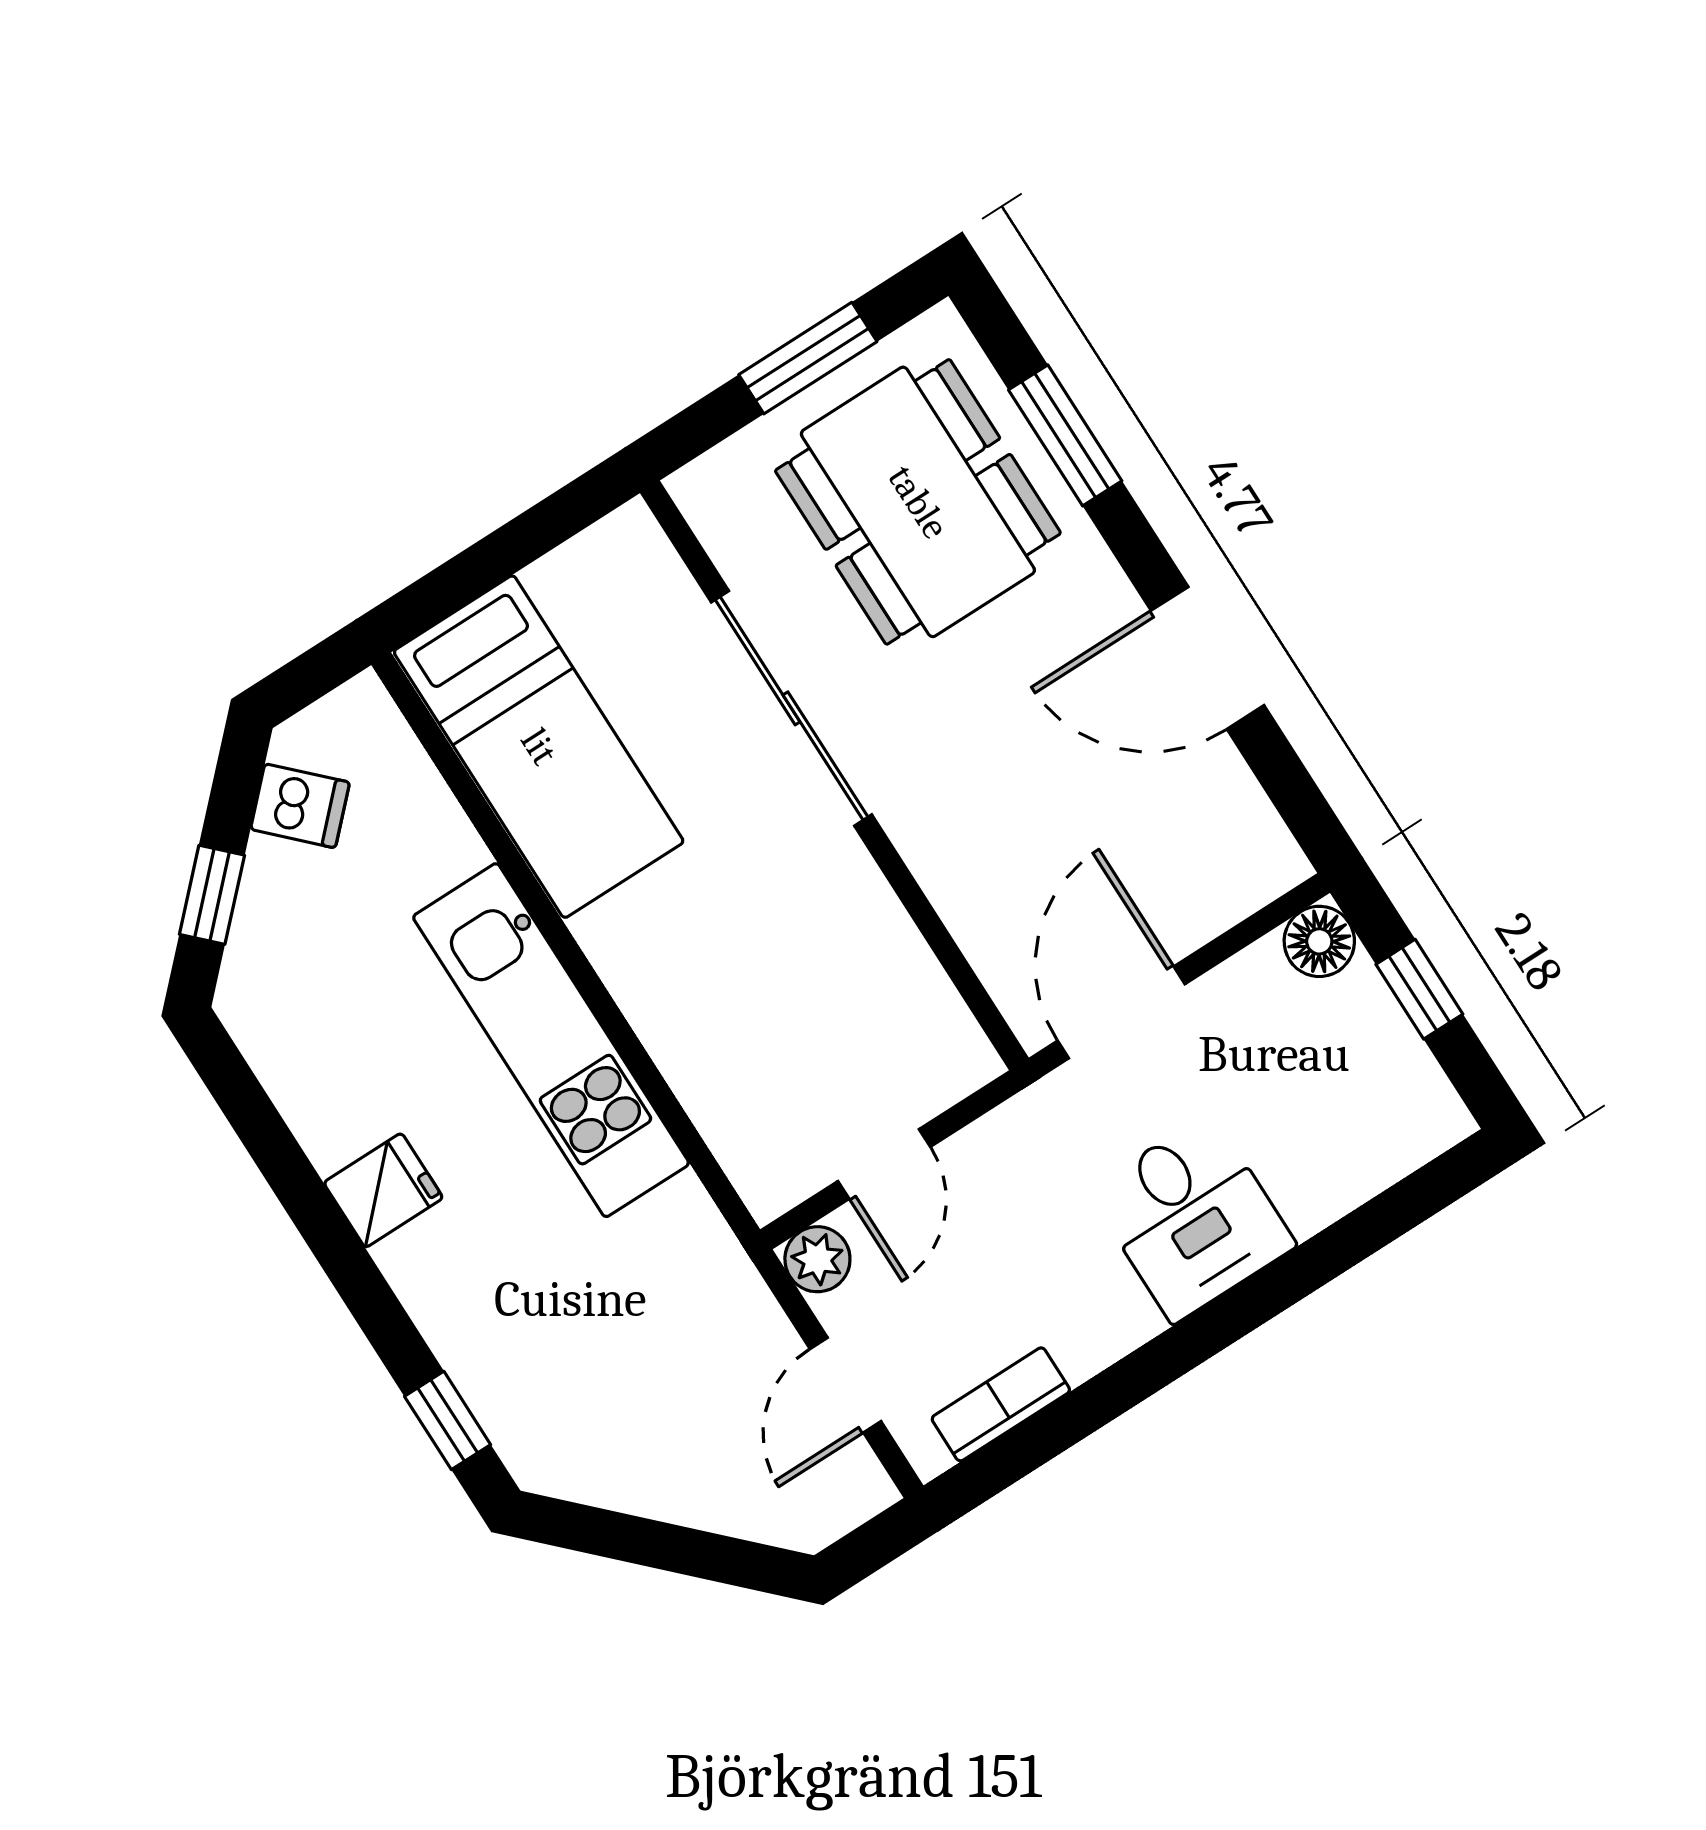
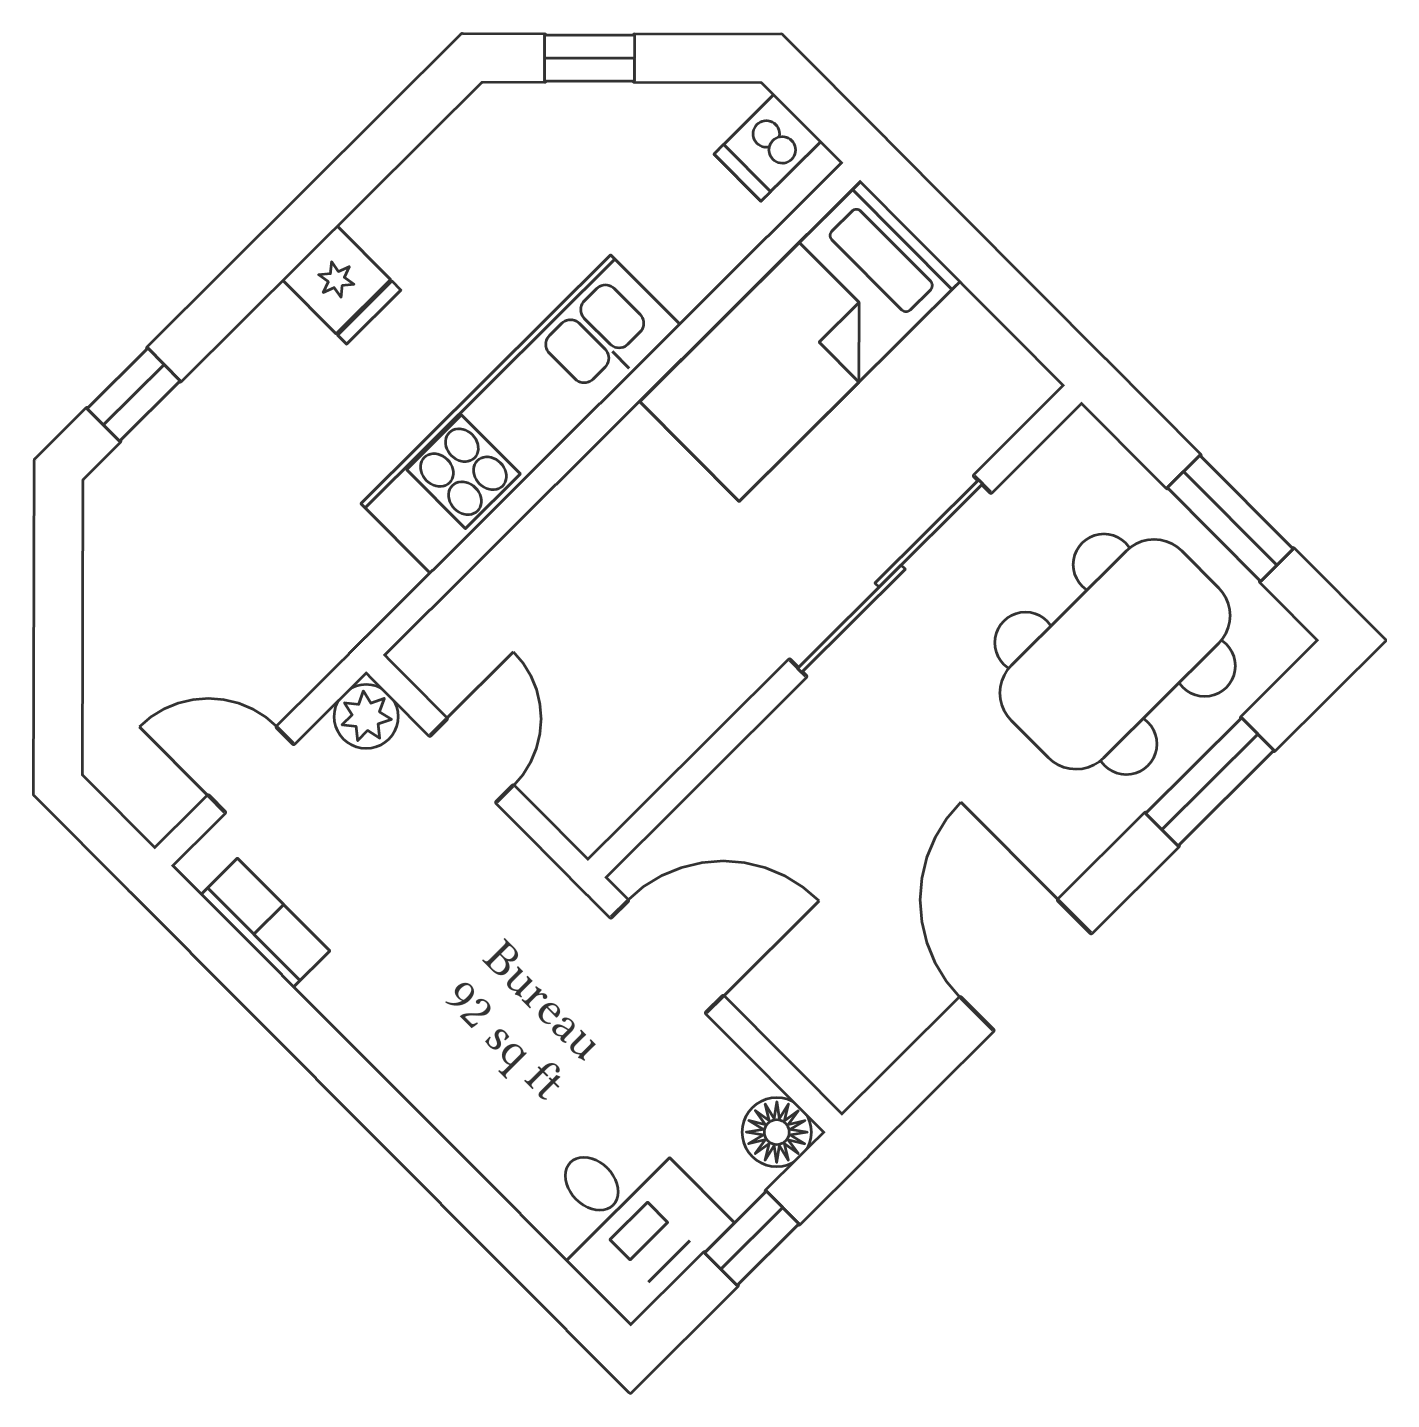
dishwasher: (300, 806) -> (768, 147), moved, turned 45
door: (884, 1164) -> (472, 761), swing flipped
desk: (1192, 1218) -> (627, 1219), moved, turned -90

